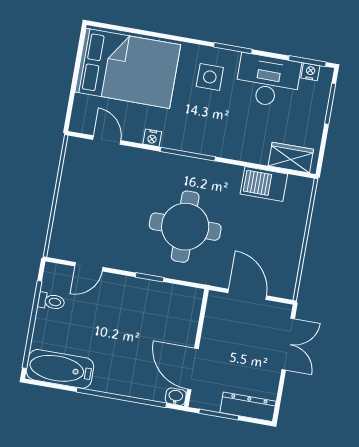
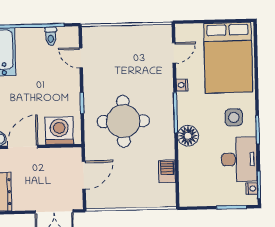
floor lamp: (222, 143) -> (188, 136), added
wardrobe: (291, 158) -> (188, 187), removed
barbecue: (264, 184) -> (167, 171), width x0.73, depth x0.79
washing machine: (181, 315) -> (59, 131), added

